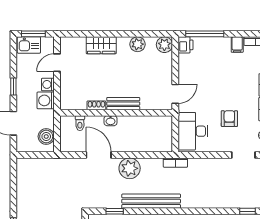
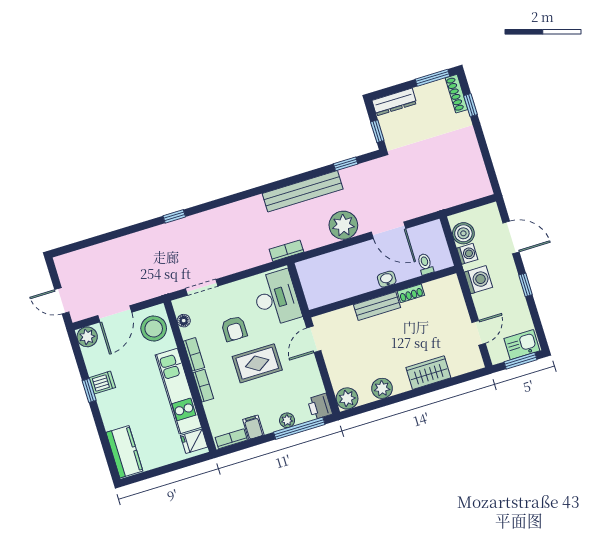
plant: (212, 42) -> (287, 420), added
washing machine: (48, 84) -> (467, 254), moved
rug: (221, 89) -> (257, 363), added

